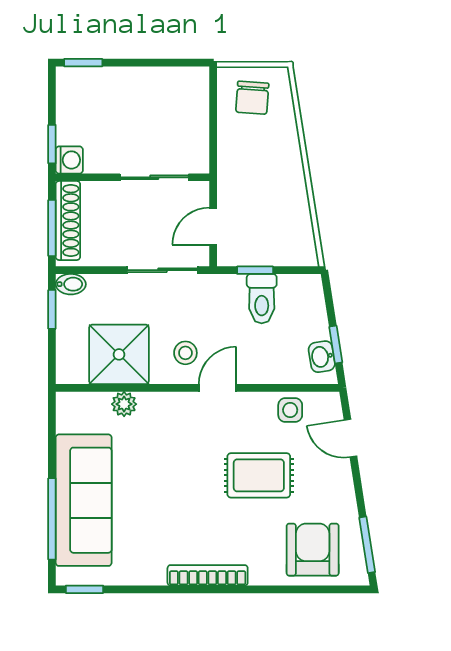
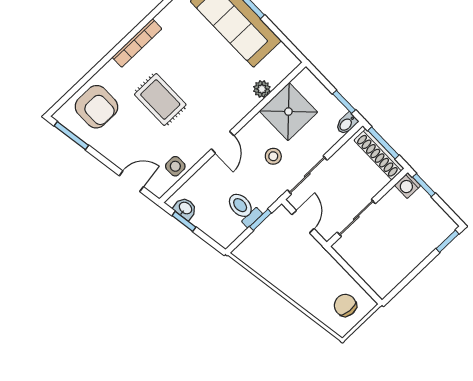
stool: (185, 353) -> (273, 156), moved
rug: (259, 475) -> (160, 99), moved, turned 90

